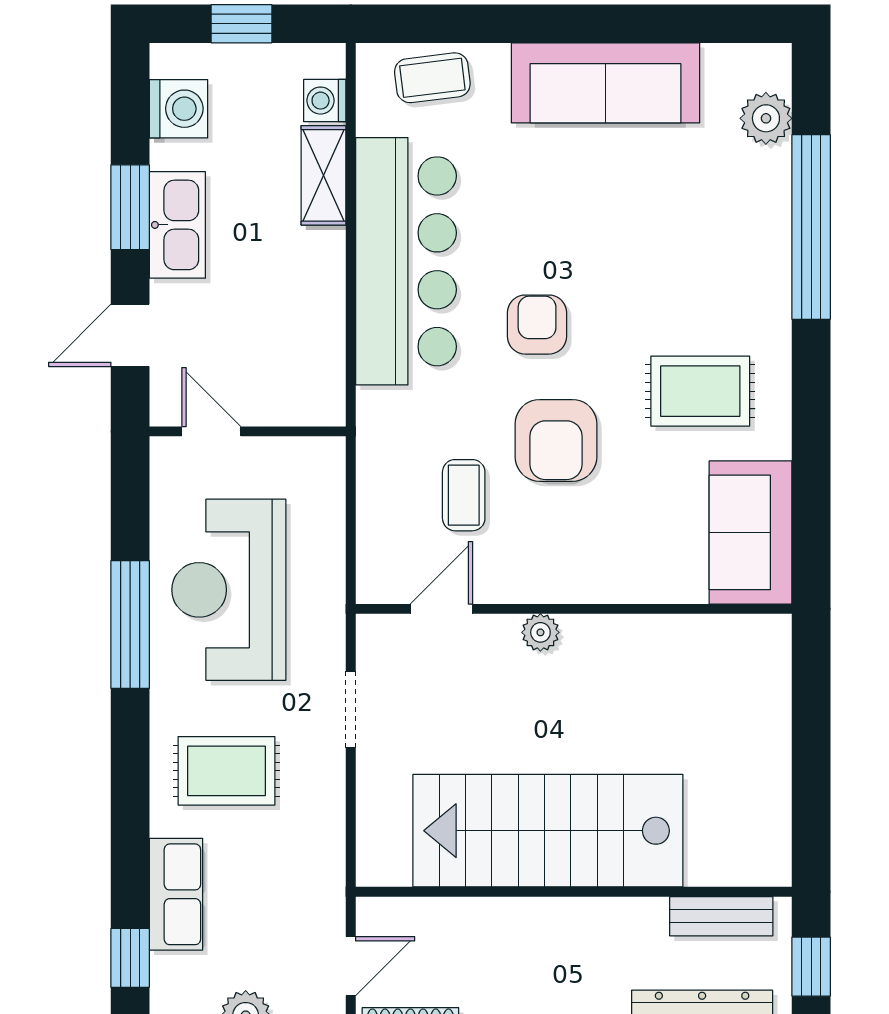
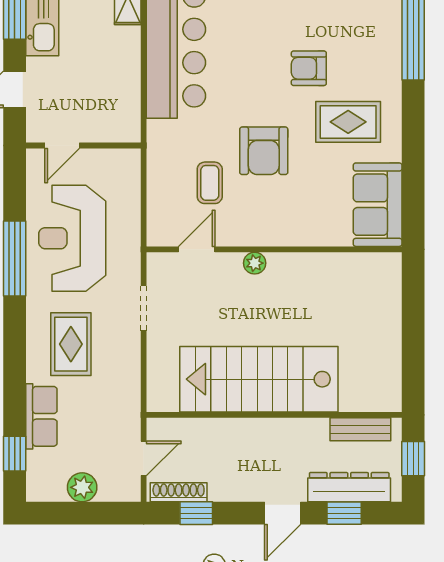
armchair: (537, 325) -> (309, 68), moved, turned -90
door: (211, 431) -> (62, 145), swing flipped
rug: (227, 771) -> (71, 344), turned 90

